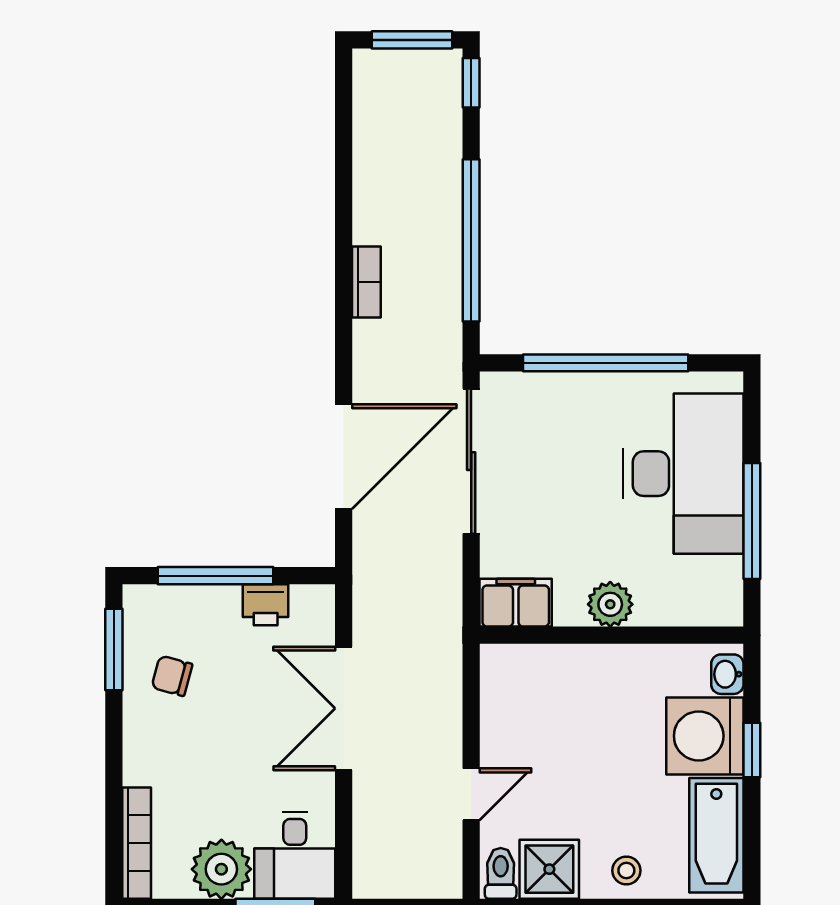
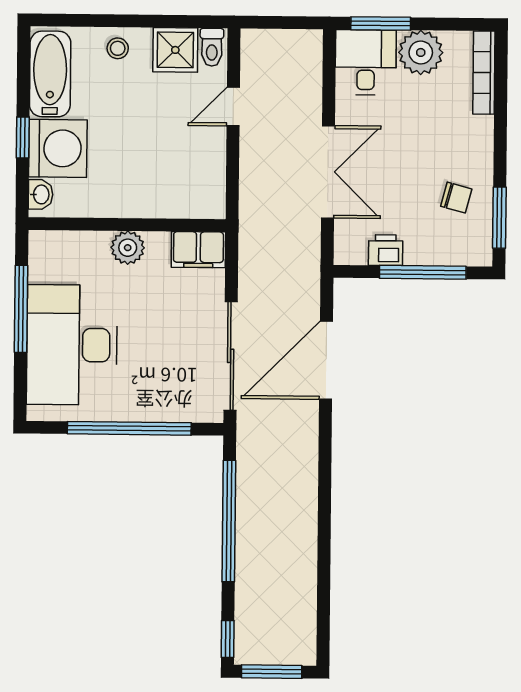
bookcase: (366, 282) -> (308, 491), removed

